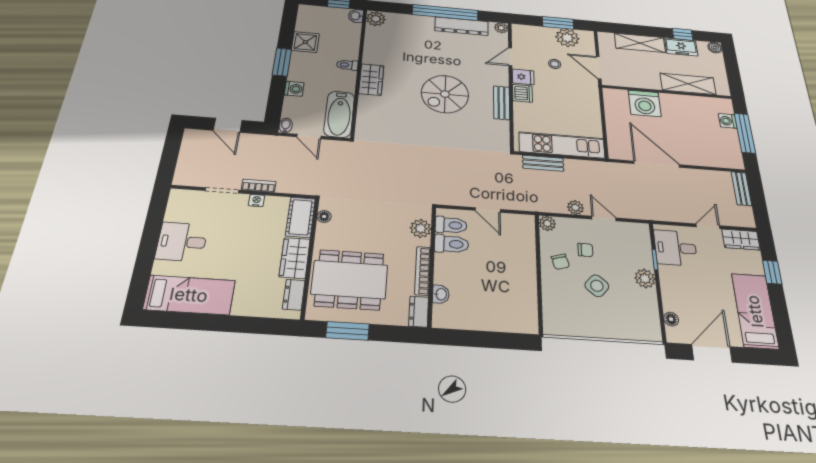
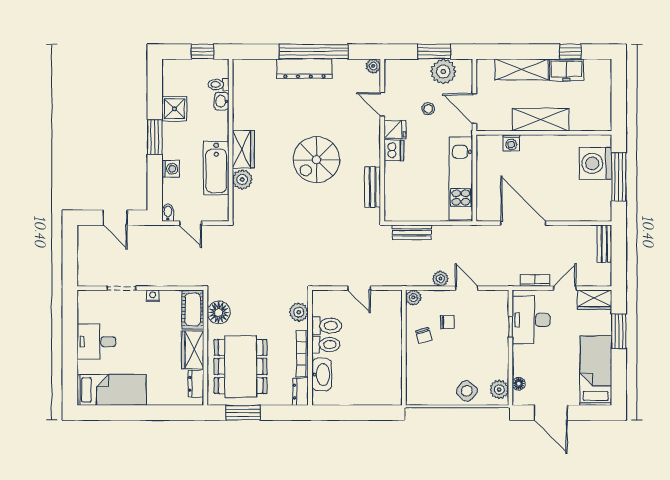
washbasin: (356, 16) -> (222, 101), moved
plant: (376, 19) -> (242, 180), moved
dresser: (462, 26) -> (304, 69), moved
boiler: (715, 48) -> (604, 66), removed
door: (510, 57) -> (382, 104), hinge flipped
toilet: (347, 65) -> (218, 84), moved
shelving: (688, 84) -> (541, 120), moved
bench: (502, 103) -> (373, 187), moved
washing machine: (645, 103) -> (511, 143), width x0.53, depth x0.53
bathtub: (339, 114) -> (216, 168), moved
washing machine: (728, 121) -> (595, 163), width x1.89, depth x1.89
kitchen unit: (562, 145) -> (461, 178), moved, turned -90
bookcase: (259, 186) -> (535, 280), moved
floor lamp: (324, 216) -> (219, 312), width x1.89, depth x1.89
toilet: (451, 225) -> (326, 345), moved
desk: (676, 248) -> (531, 320), width x1.37
window: (772, 272) -> (619, 331), width x1.50
plant: (645, 279) -> (499, 390), moved
dining table: (349, 280) -> (241, 367), turned 90
side table: (597, 286) -> (467, 391), moved
washbasin: (441, 294) -> (322, 375), width x1.91, depth x1.45
door: (712, 353) -> (551, 413), swing flipped

